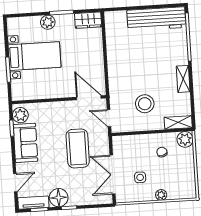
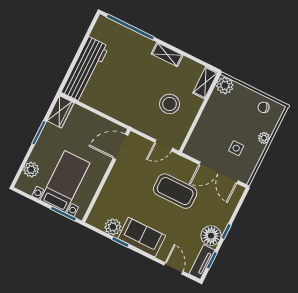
workbench: (156, 19) -> (85, 69), moved
plant: (48, 22) -> (31, 170), moved
door: (89, 98) -> (120, 147), moved
wall: (59, 100) -> (106, 176), moved
chair: (162, 152) -> (264, 107), moved

